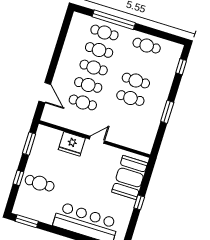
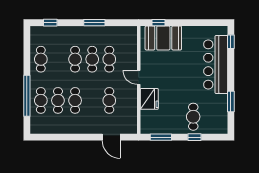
cafe table: (88, 85) -> (109, 59), moved
door: (45, 93) -> (111, 137), swing flipped
window: (139, 202) -> (159, 23), moved
window: (27, 221) -> (231, 102), moved

